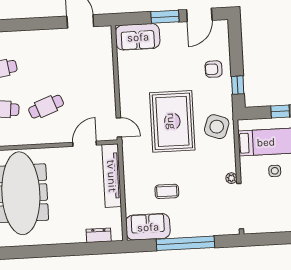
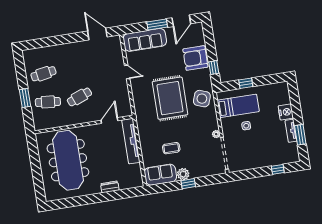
sofa: (138, 37) -> (145, 40), width x1.36
armchair: (214, 69) -> (195, 58), width x1.88, depth x1.88
door: (119, 127) -> (127, 72), moved
plant: (180, 229) -> (183, 174), added
dresser: (99, 235) -> (110, 187), moved
window: (185, 243) -> (188, 184), width x0.32

